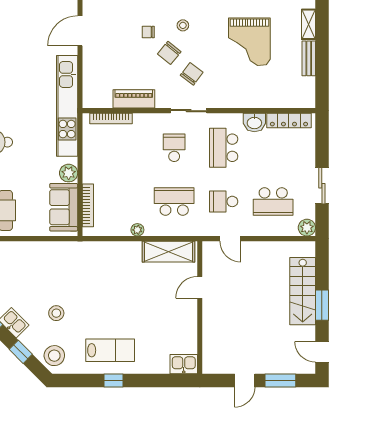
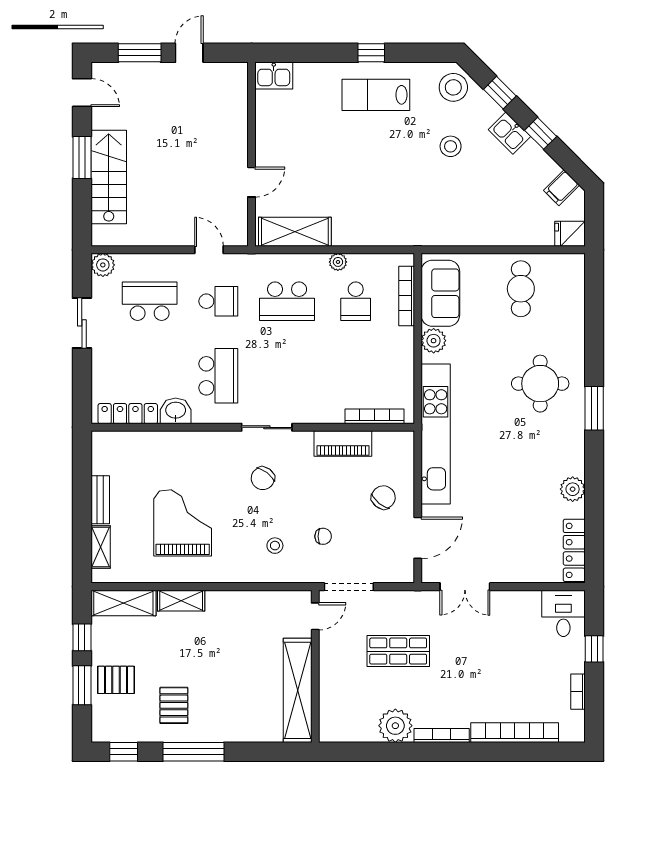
chair: (169, 53) -> (383, 497), moved
school desk: (174, 148) -> (356, 301), moved

